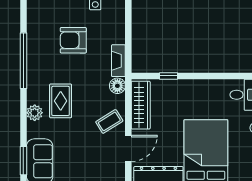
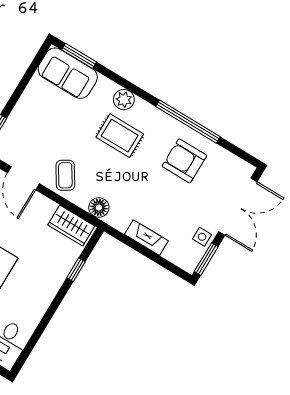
armchair: (73, 40) -> (184, 161), moved, turned -90
fireplace: (118, 61) -> (146, 238), moved
wardrobe: (141, 105) -> (71, 225), width x0.67

